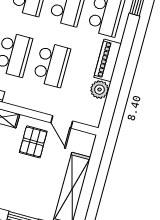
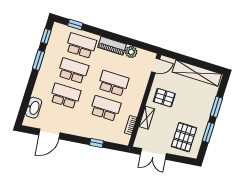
door: (62, 122) -> (156, 66), moved

